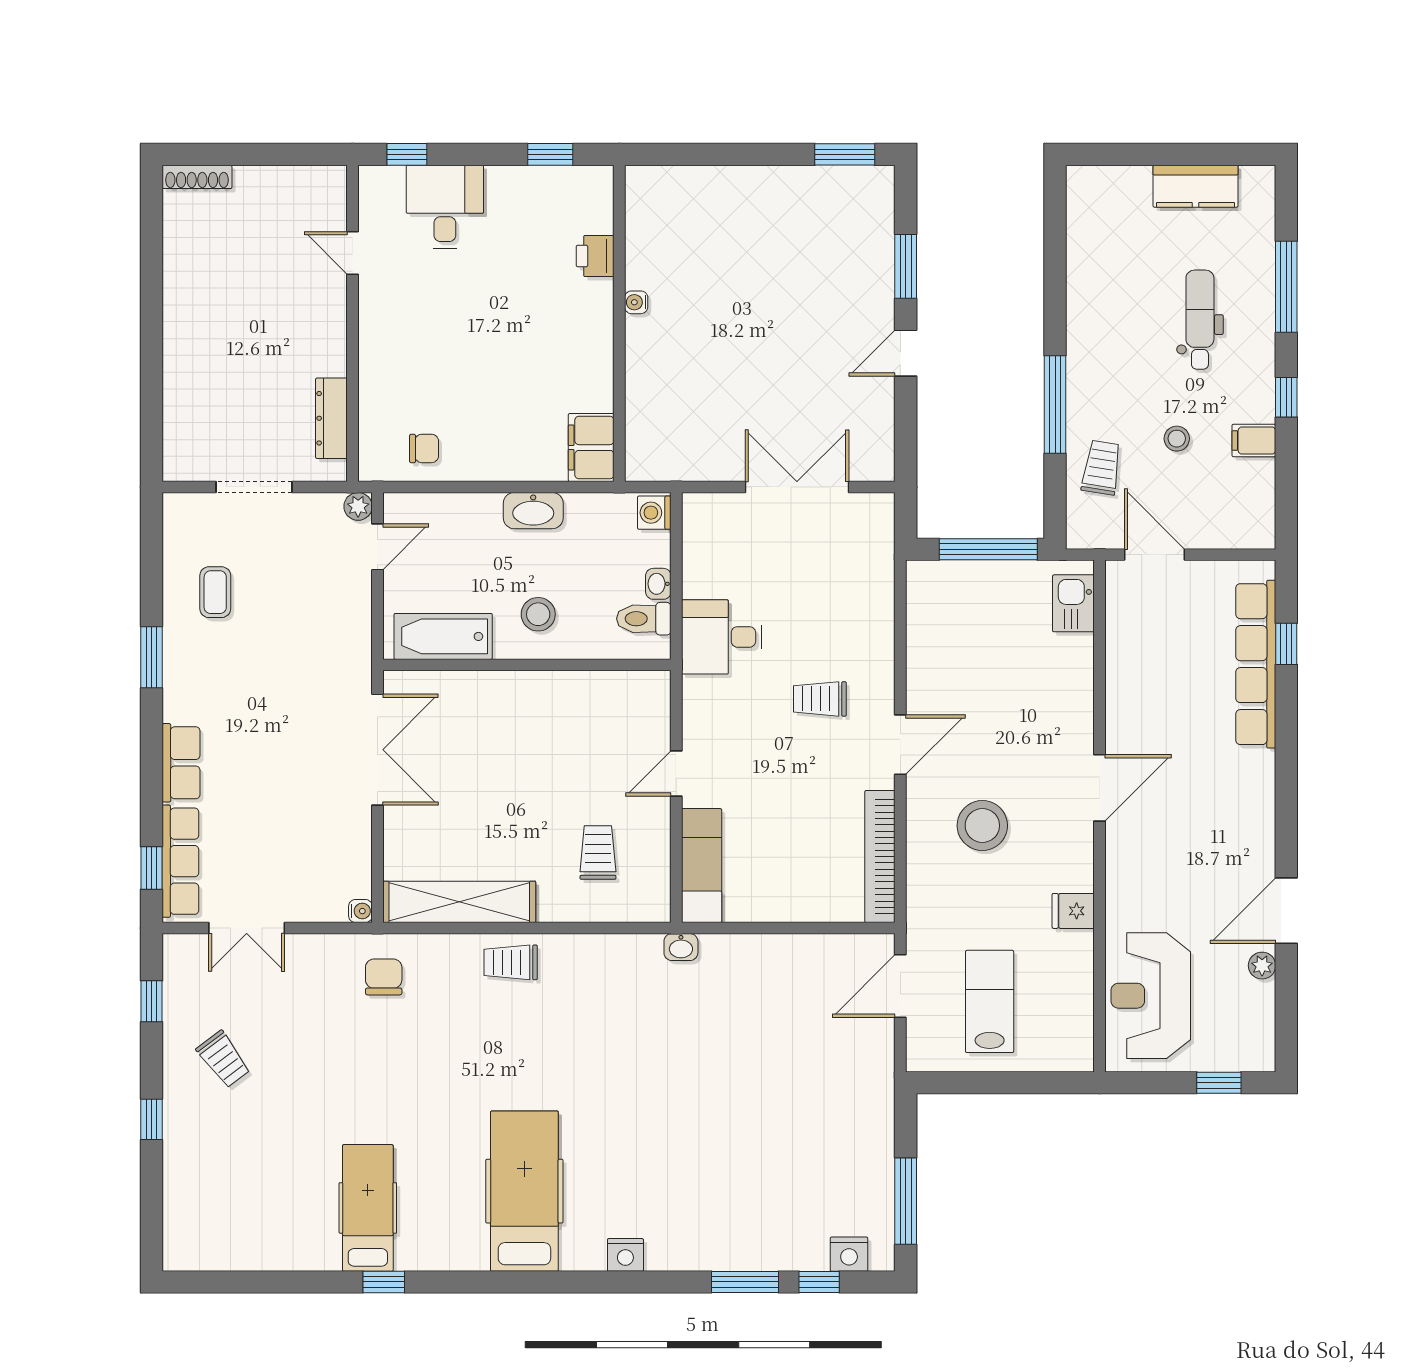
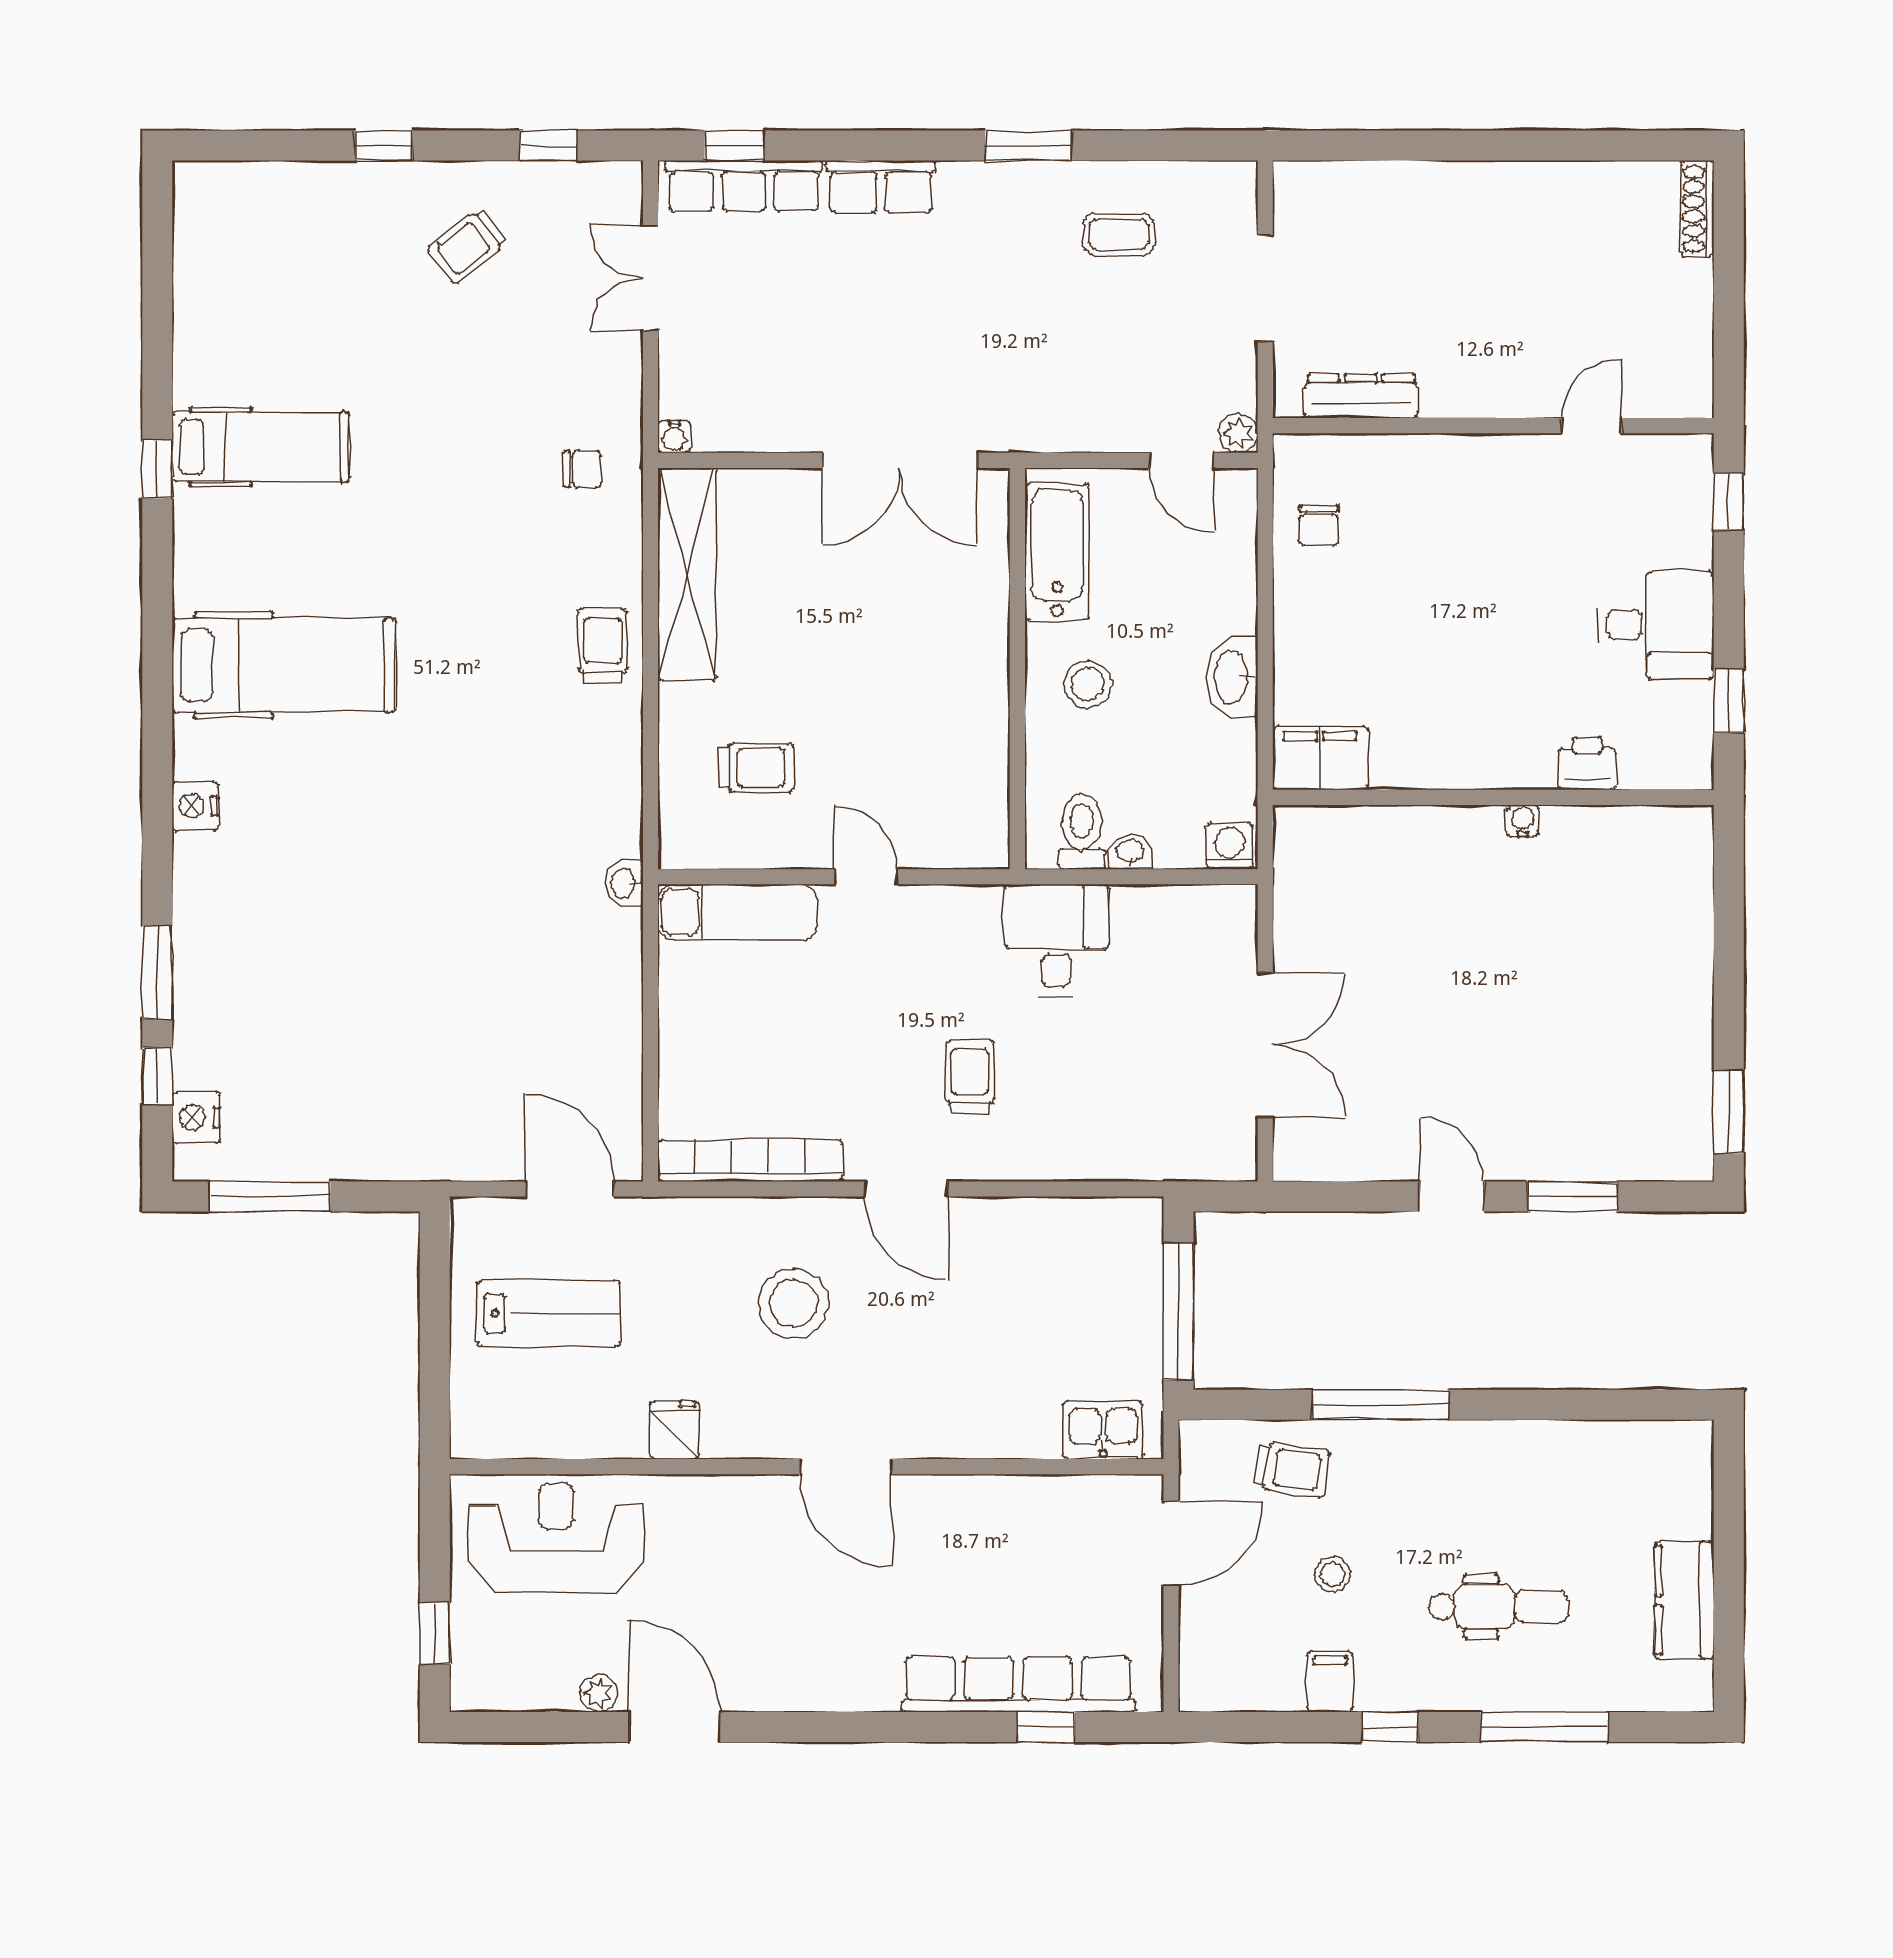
desk: (445, 207) -> (1656, 625), moved
chair: (384, 977) -> (582, 469), width x0.73, depth x0.73

